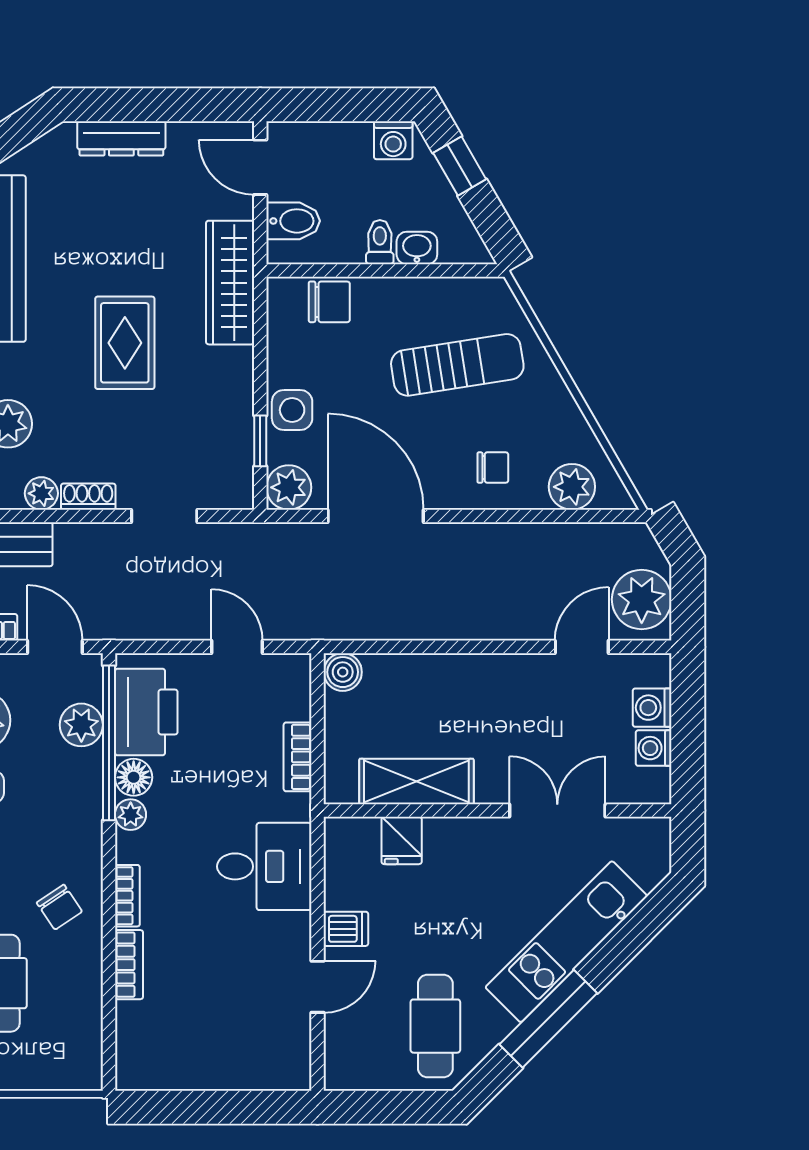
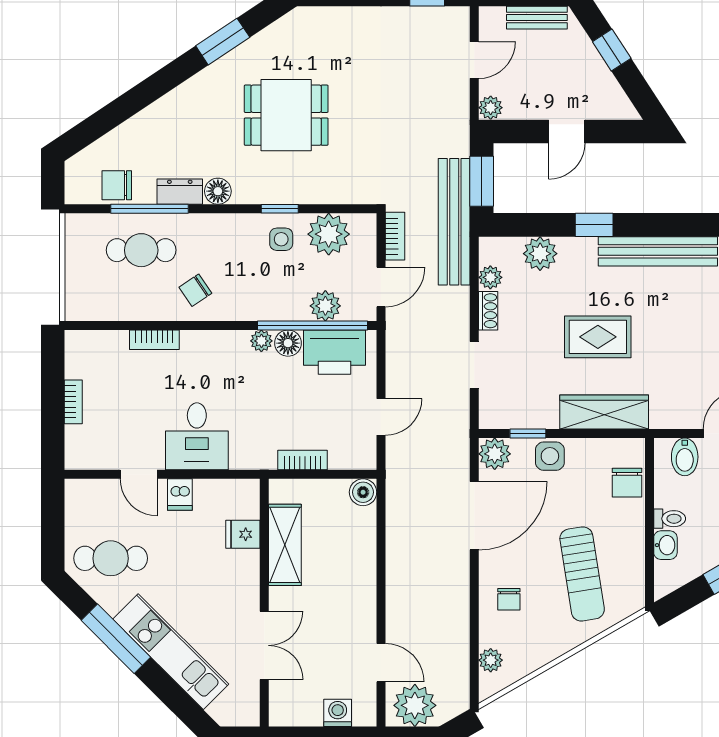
wardrobe: (230, 283) -> (604, 412), moved
plant: (572, 487) -> (491, 660), width x0.73, depth x0.73
washing machine: (654, 748) -> (309, 714), removed
desk: (264, 866) -> (197, 436), moved
bookcase: (127, 896) -> (73, 402), moved, turned -90

